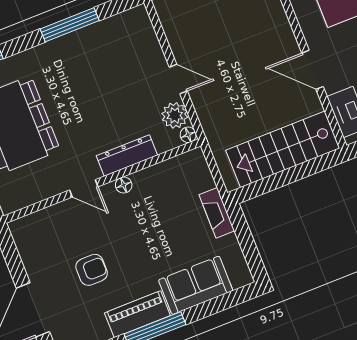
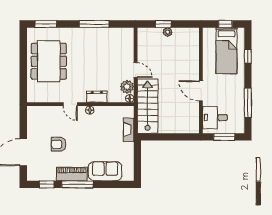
stairs: (283, 149) -> (148, 106), moved, turned 90
dresser: (127, 155) -> (97, 97), width x0.70
fireplace: (217, 213) -> (129, 130), moved
armchair: (92, 270) -> (59, 144), turned 180

